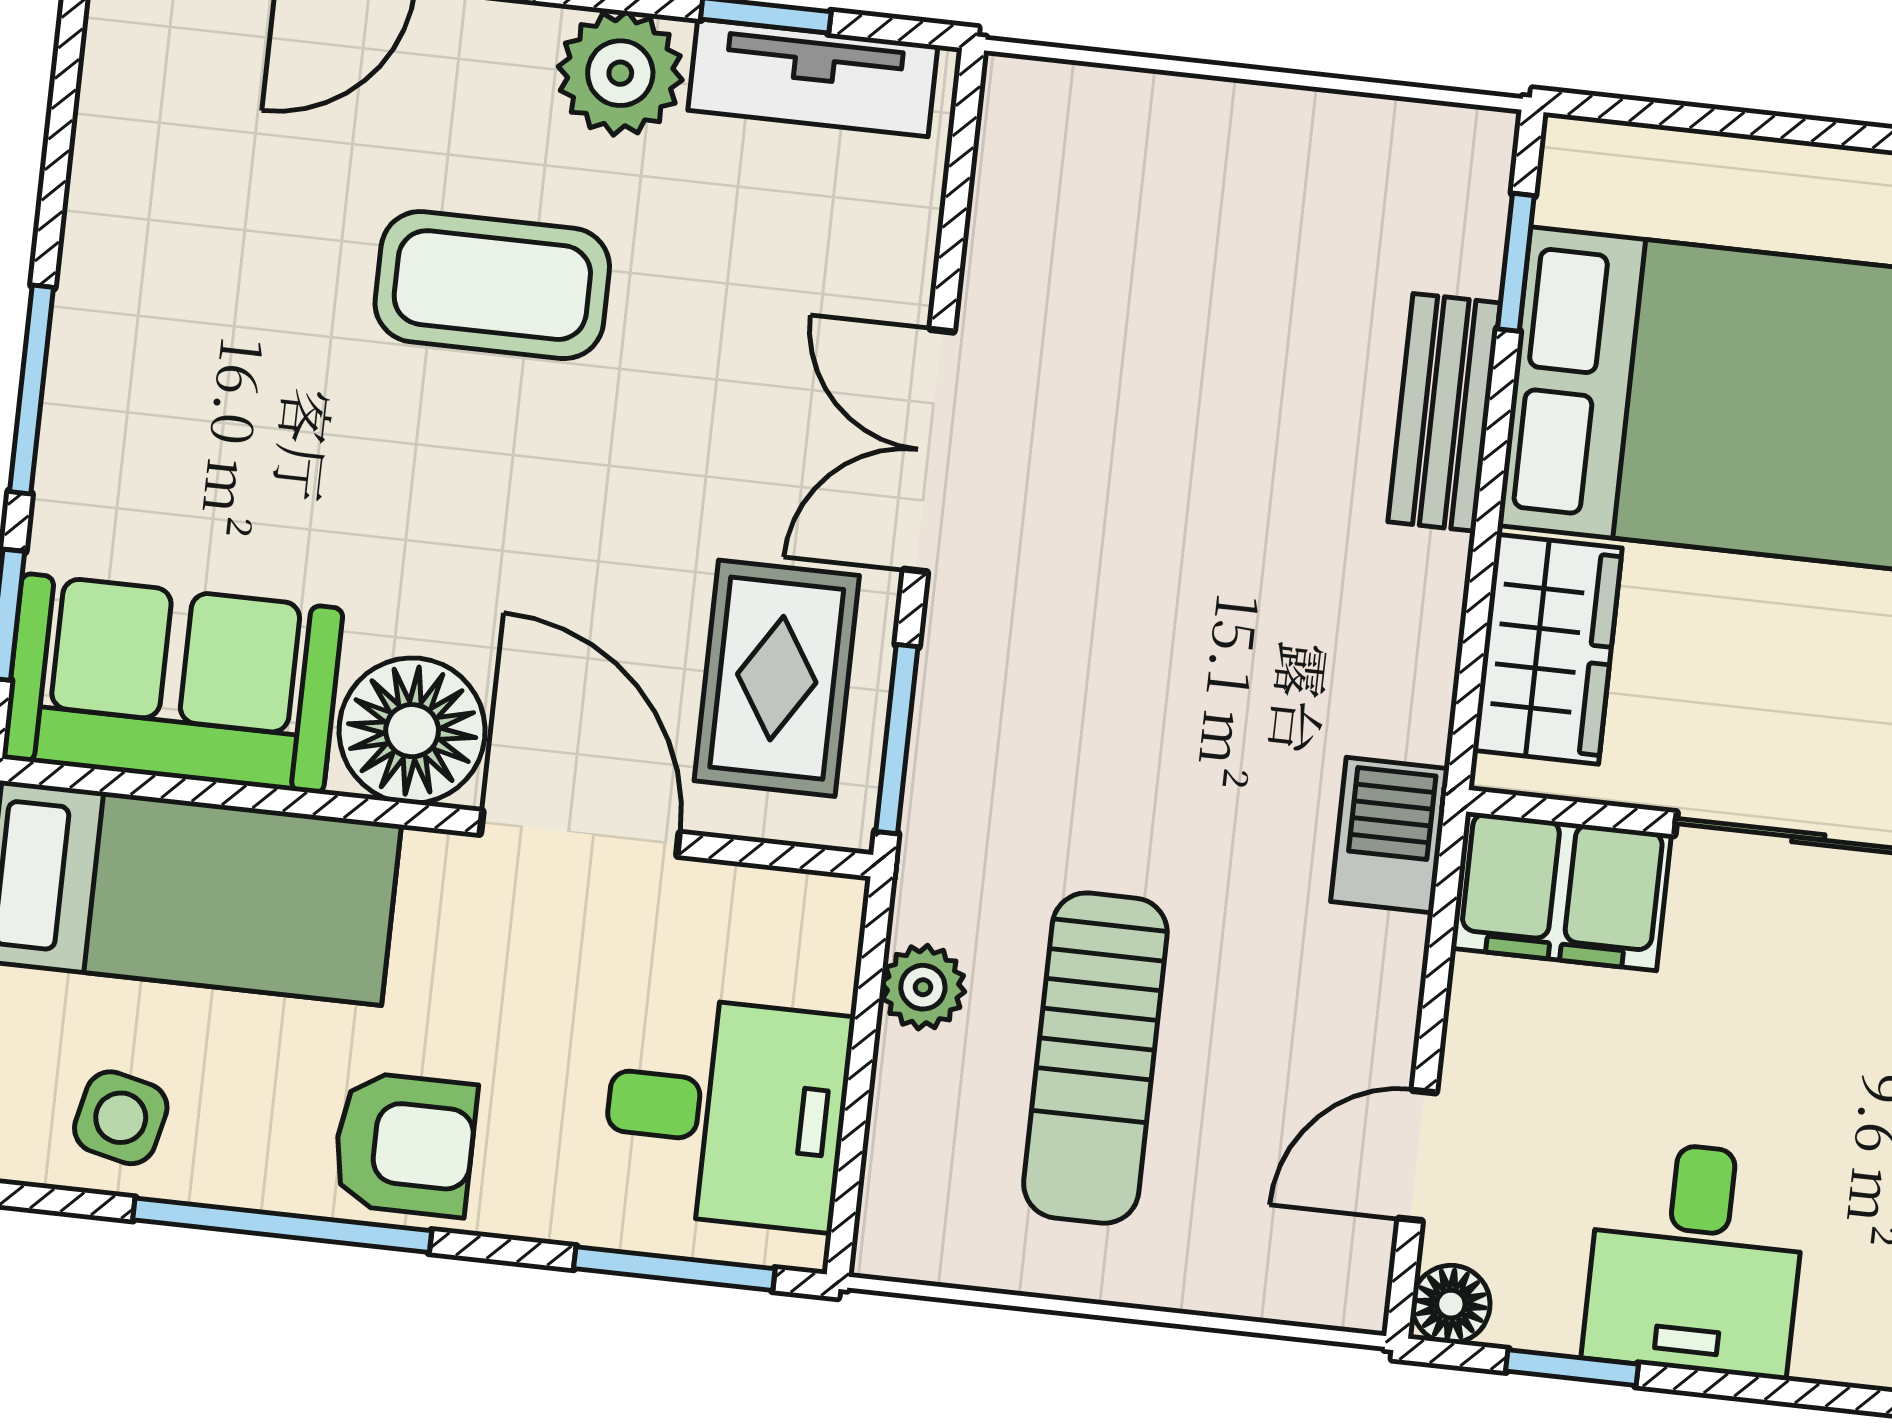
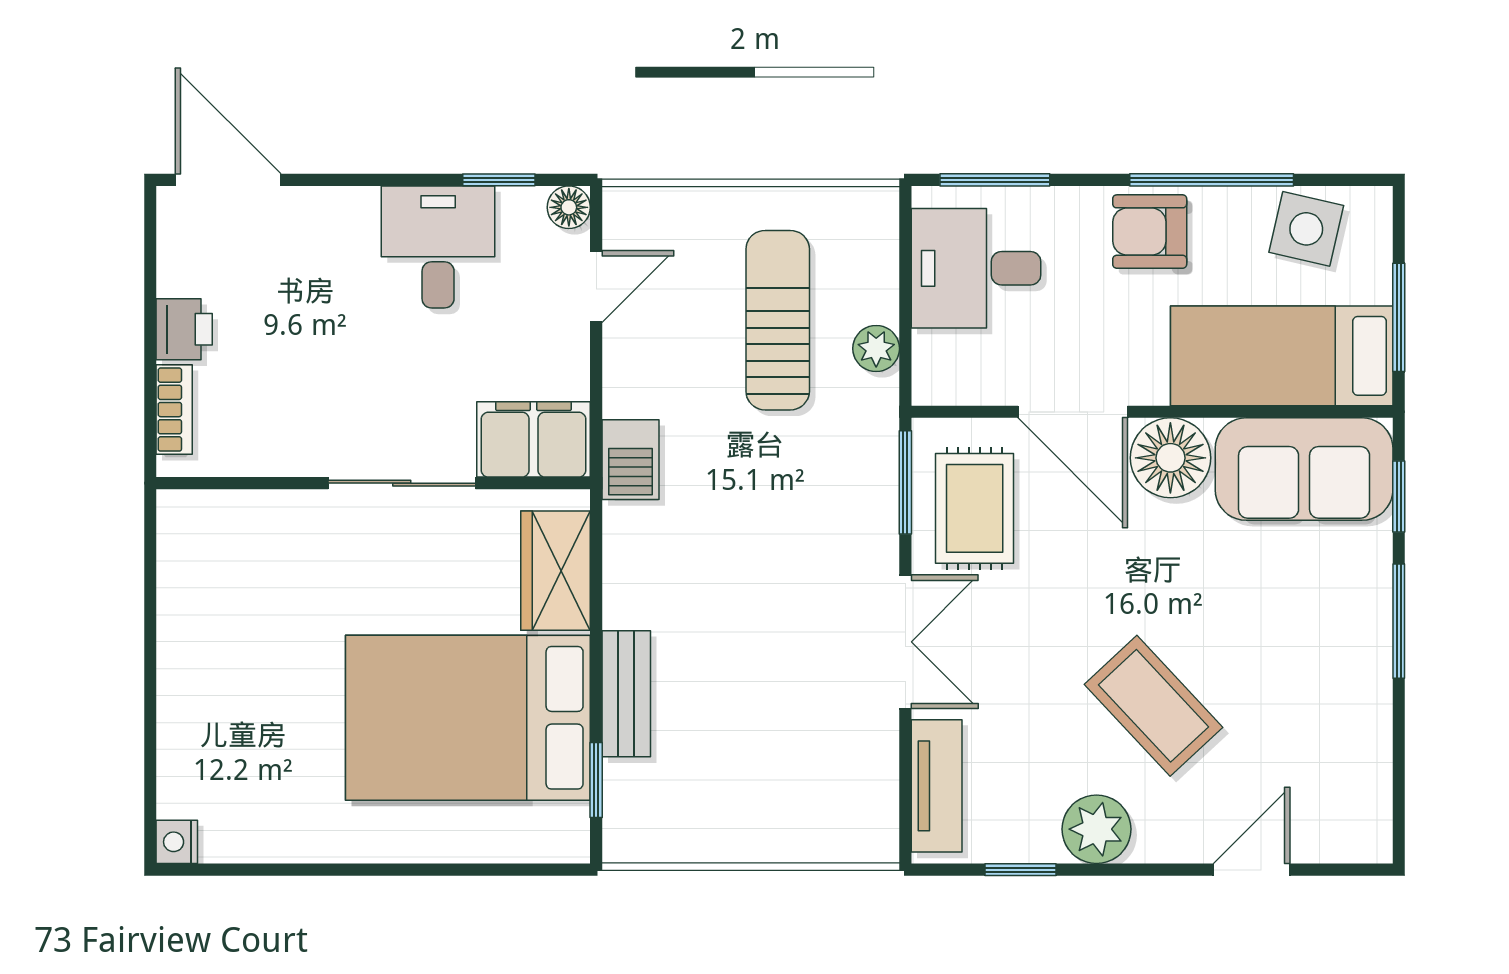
tv unit: (813, 78) -> (937, 786), moved, turned 90
coffee table: (492, 285) -> (1154, 706), turned 47
side table: (121, 1118) -> (1306, 229), width x1.37, depth x1.37

